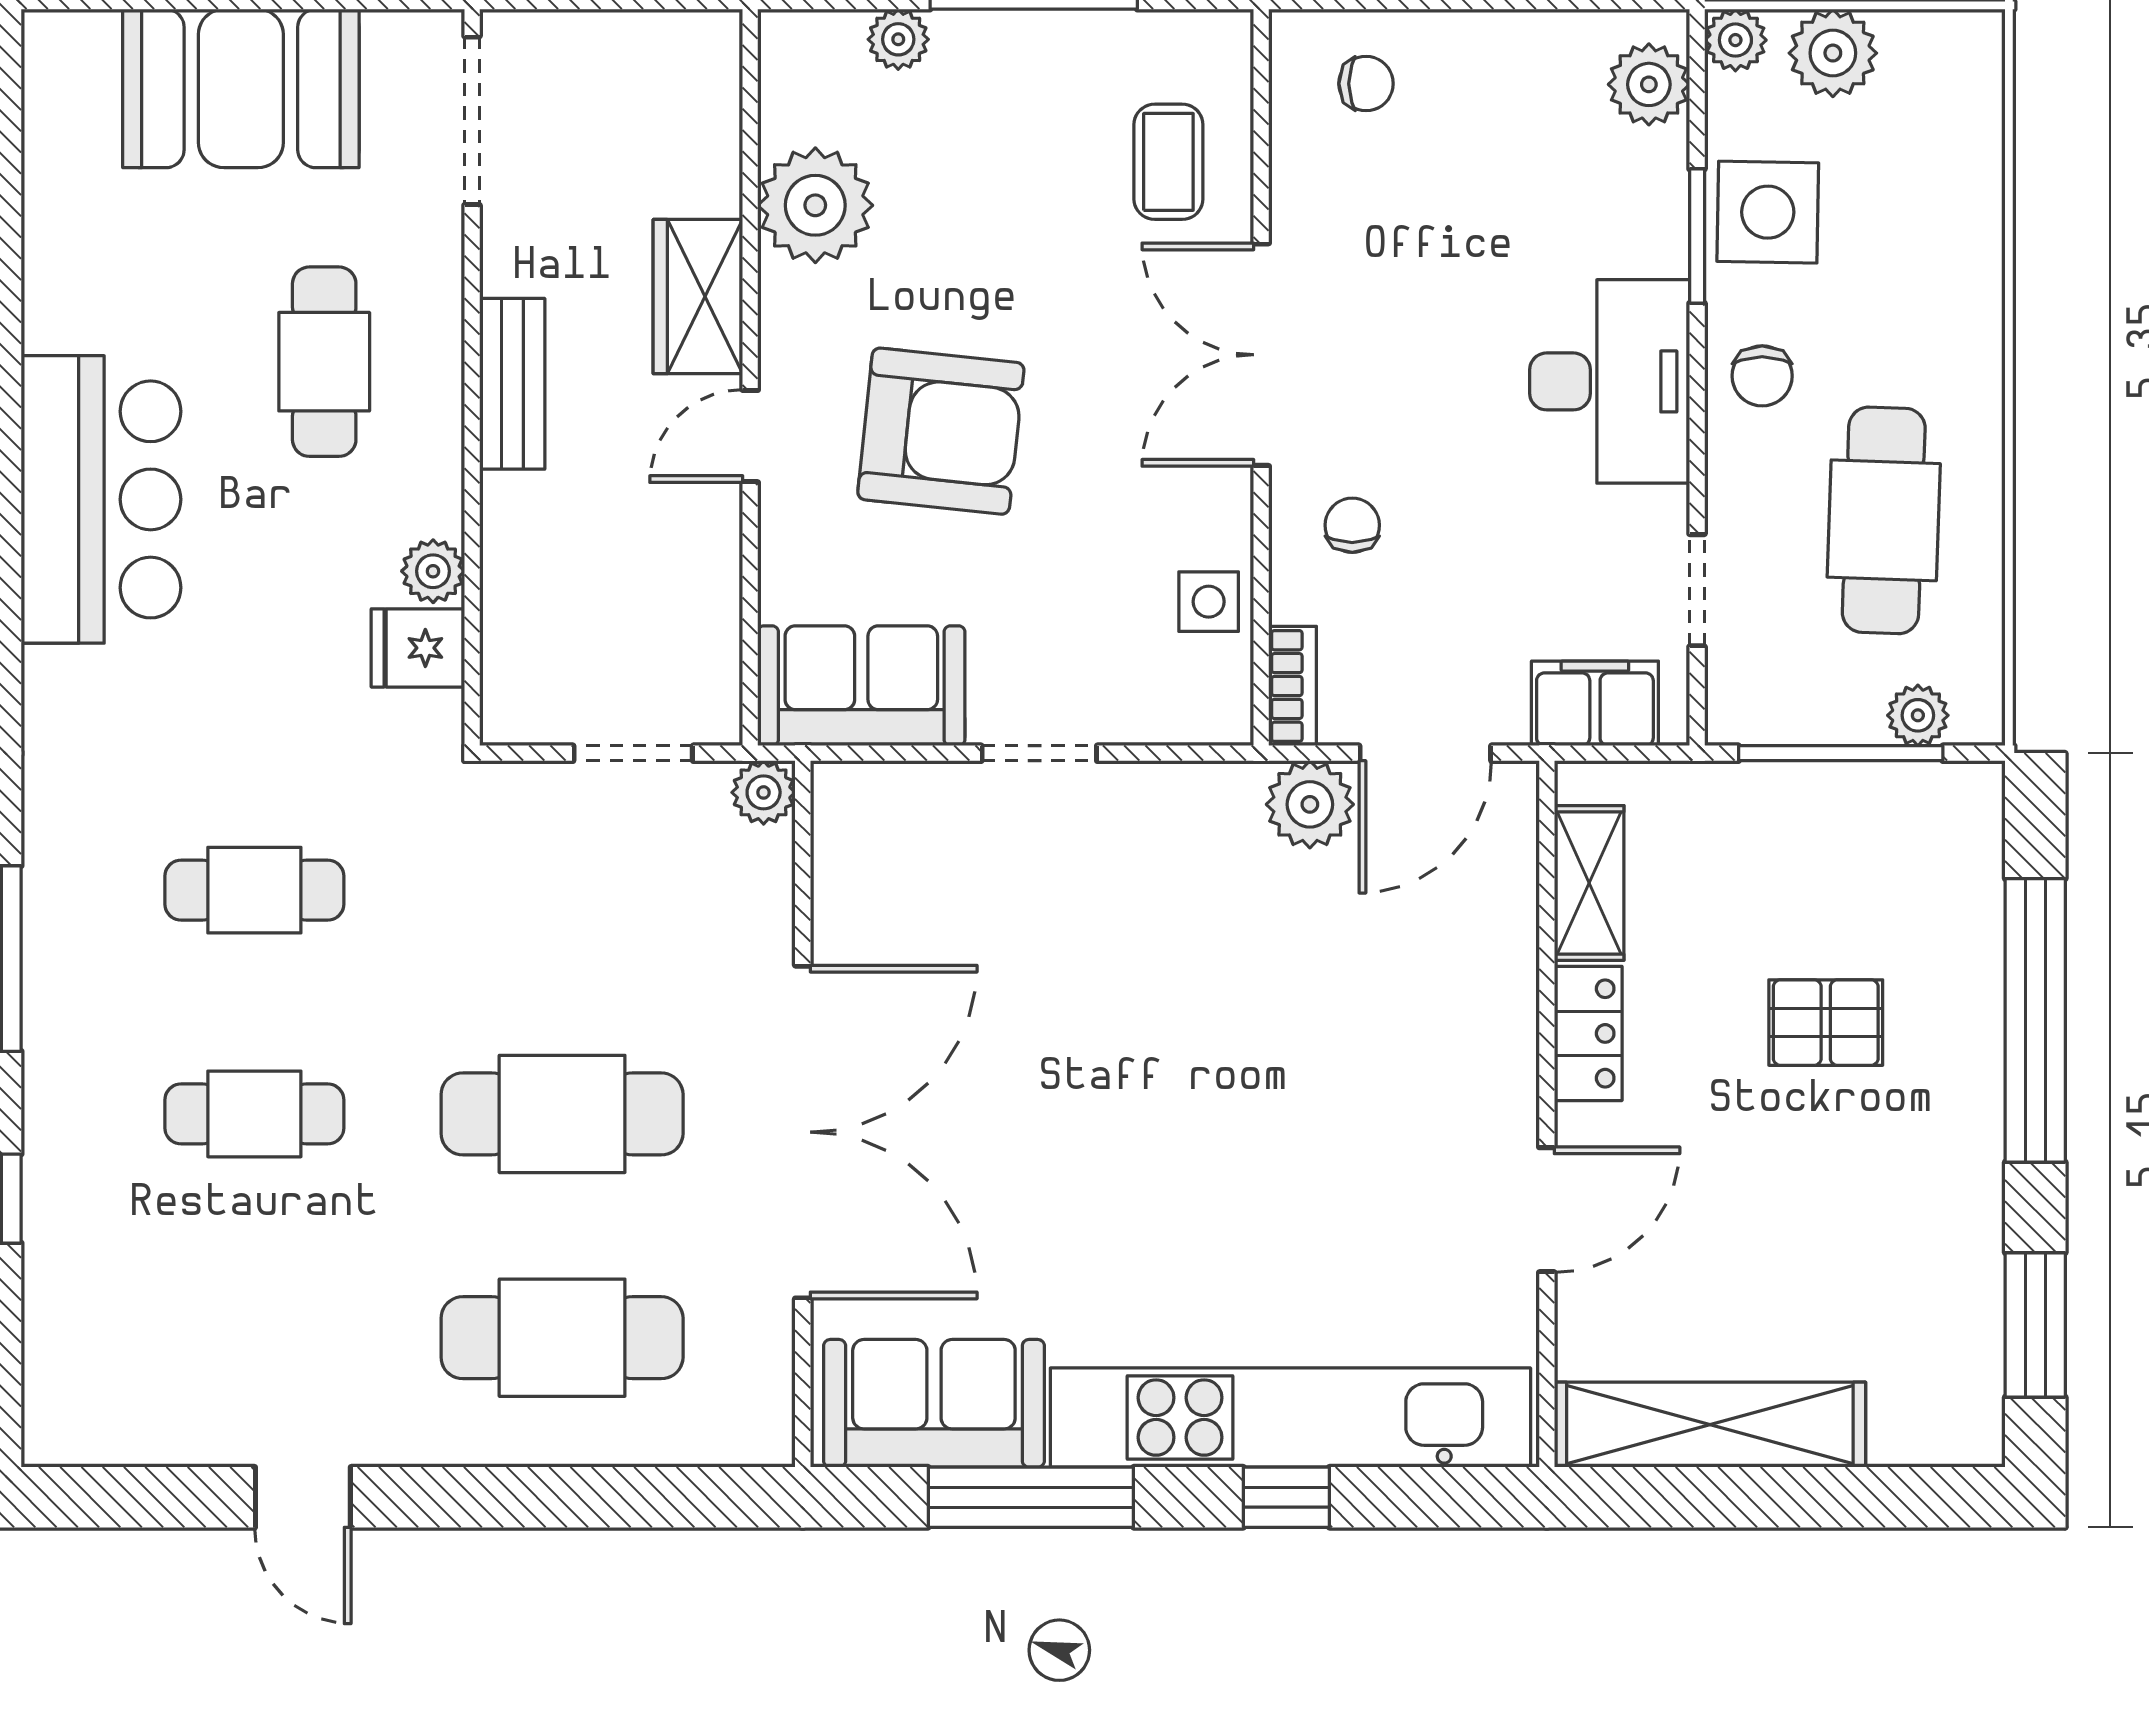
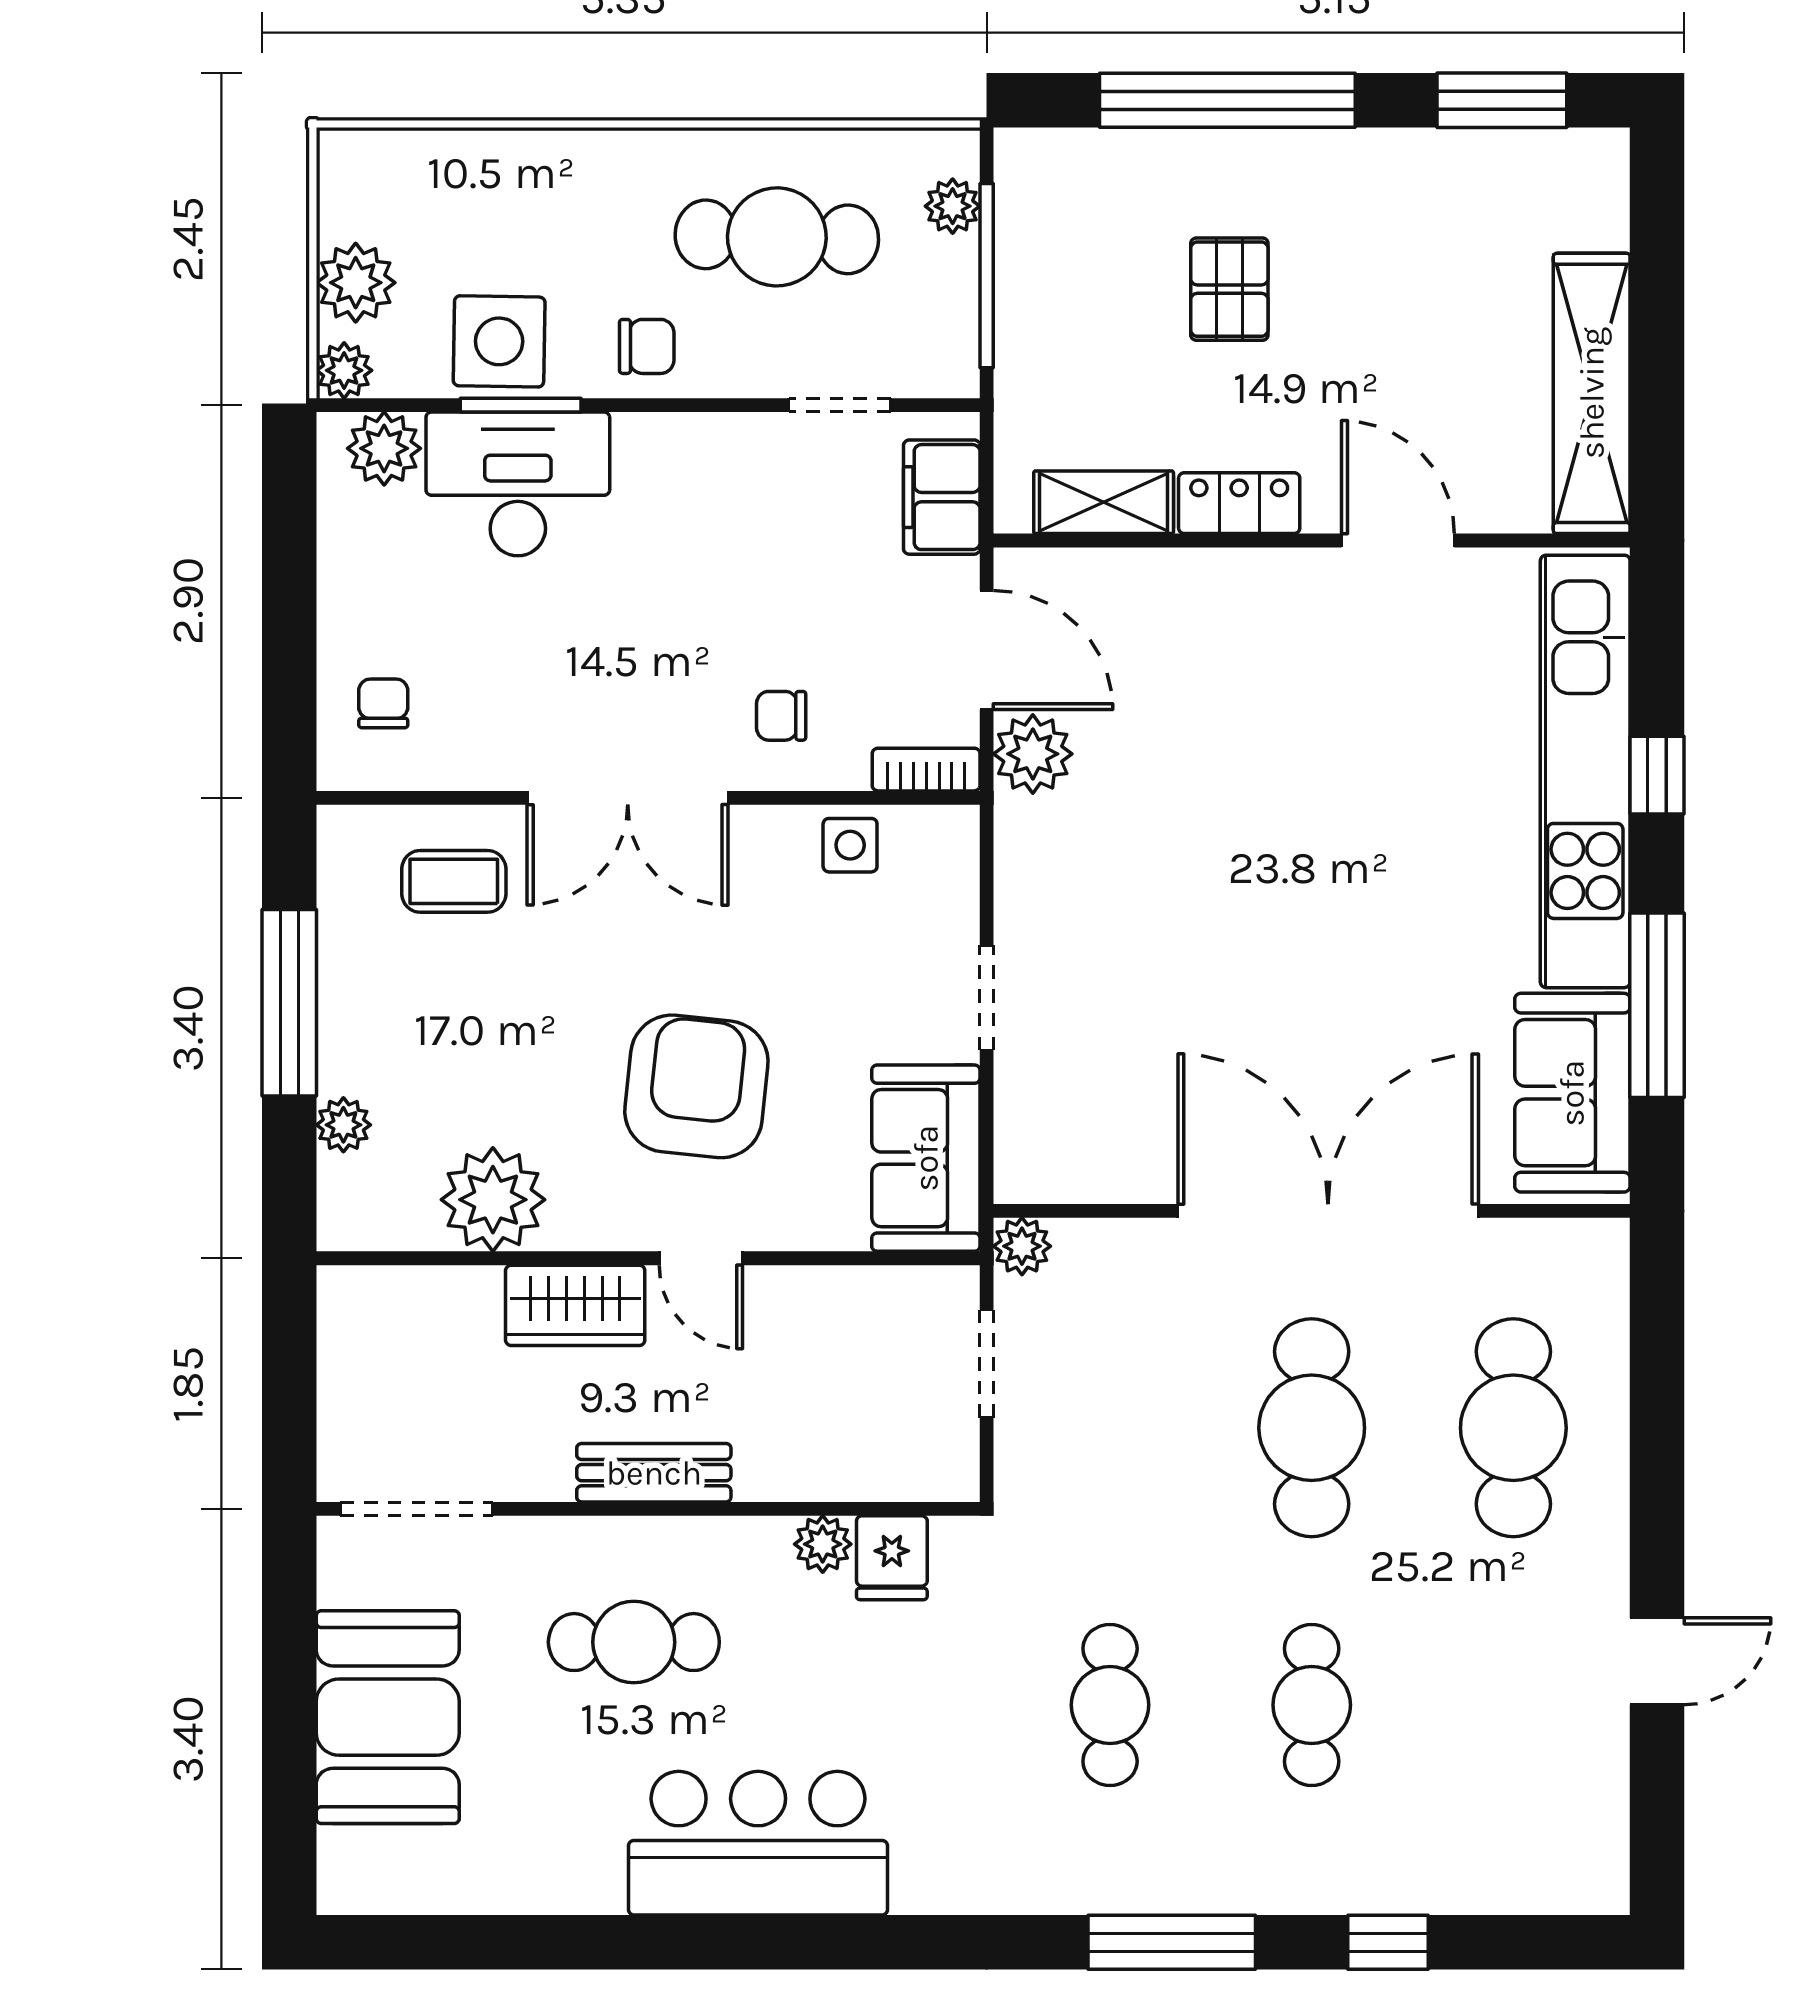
desk: (1610, 381) -> (518, 484), moved

